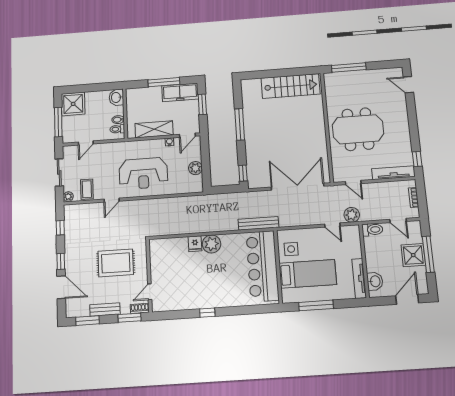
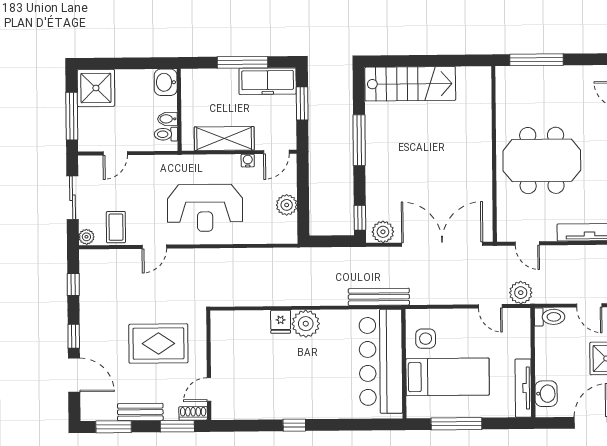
stairs: (291, 86) -> (410, 84), moved
plant: (258, 181) -> (383, 232), added

